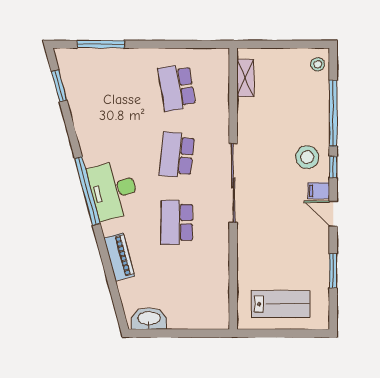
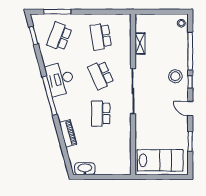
shelving: (245, 78) -> (140, 43), moved
school desk: (104, 88) -> (59, 36), added
school desk: (177, 155) -> (101, 75), turned -30
desk: (113, 190) -> (60, 79), moved
filing cabinet: (319, 191) -> (182, 96), removed
lab bench: (281, 304) -> (160, 160), width x1.36, depth x1.39

